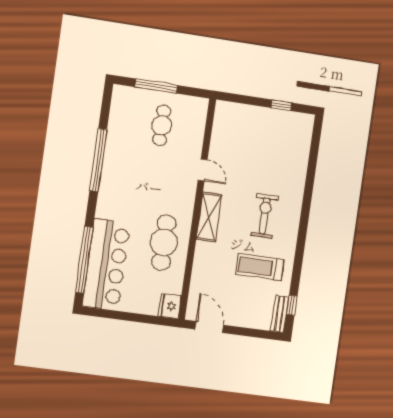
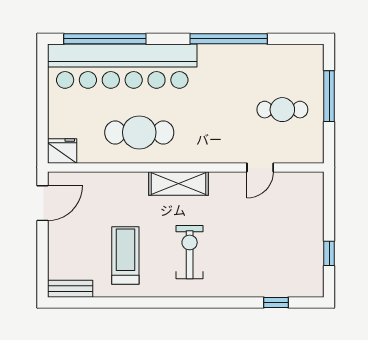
door: (203, 170) -> (260, 168), moved
exercise bike: (264, 216) -> (190, 252), turned -90
bar counter: (106, 265) -> (122, 66), width x1.36
window: (292, 305) -> (276, 303), moved

